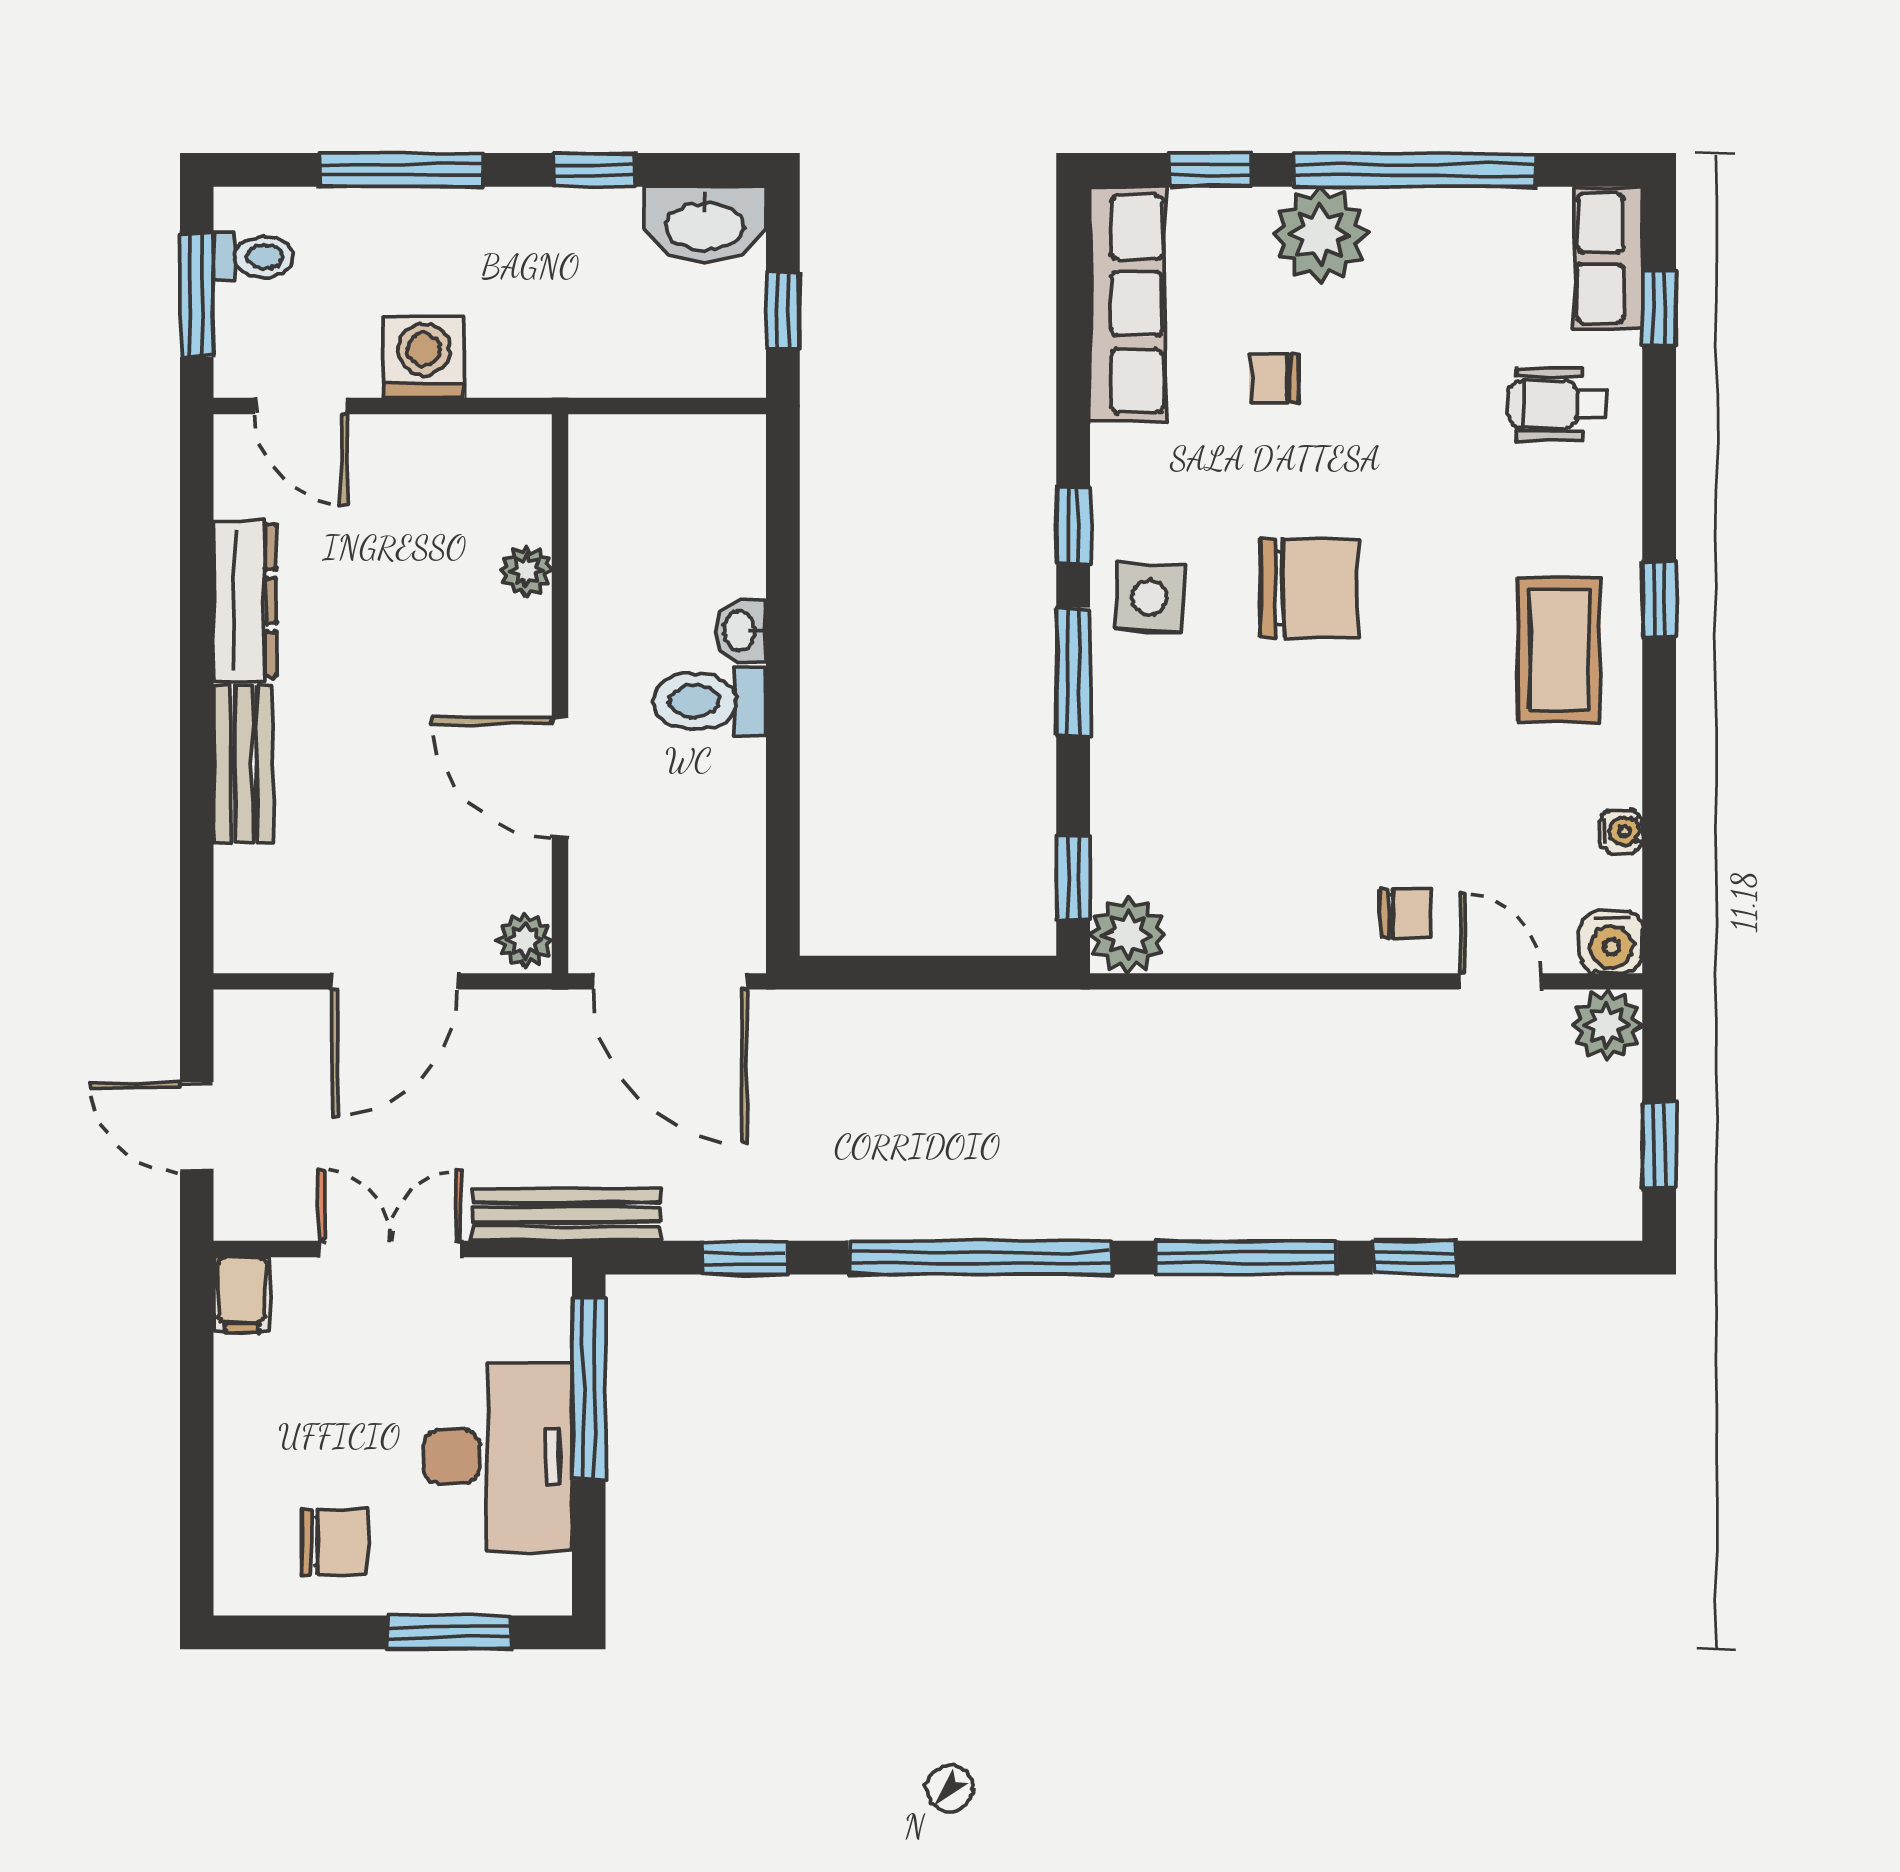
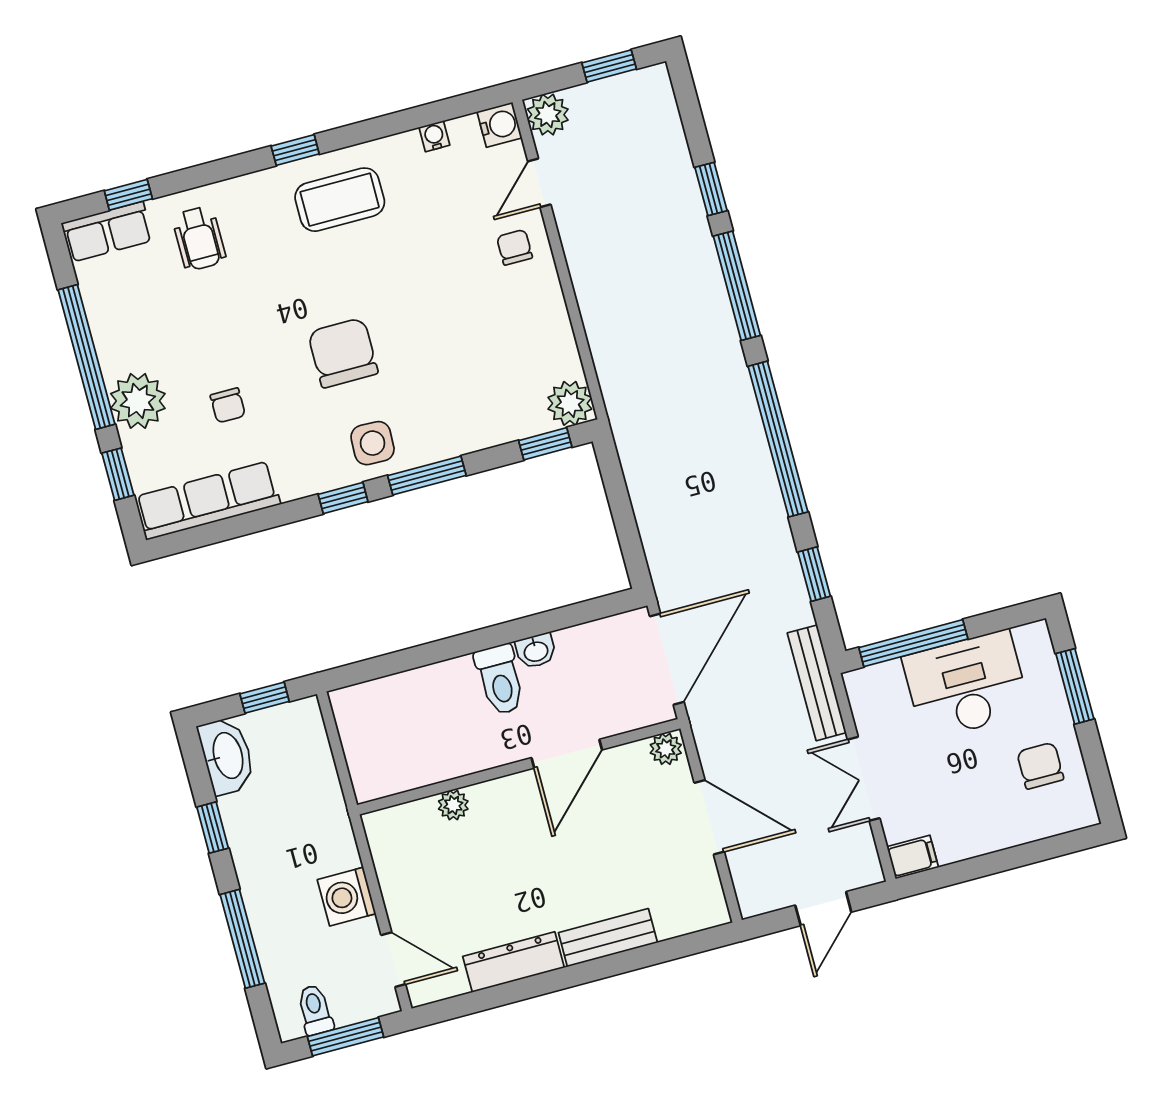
door: (301, 406) -> (393, 960), hinge flipped
washbasin: (741, 631) -> (536, 651), moved

